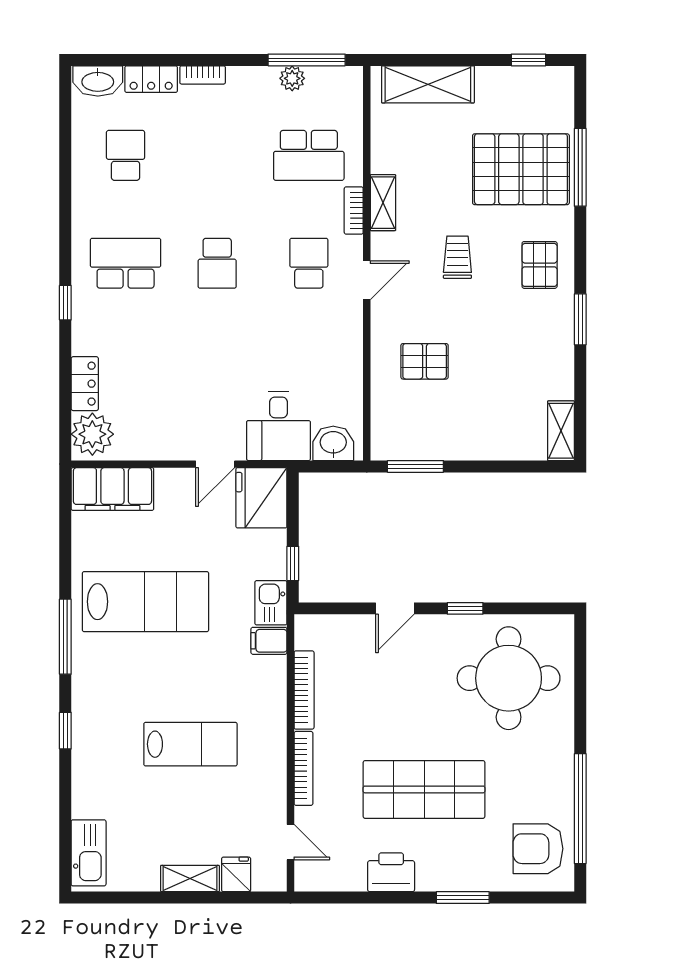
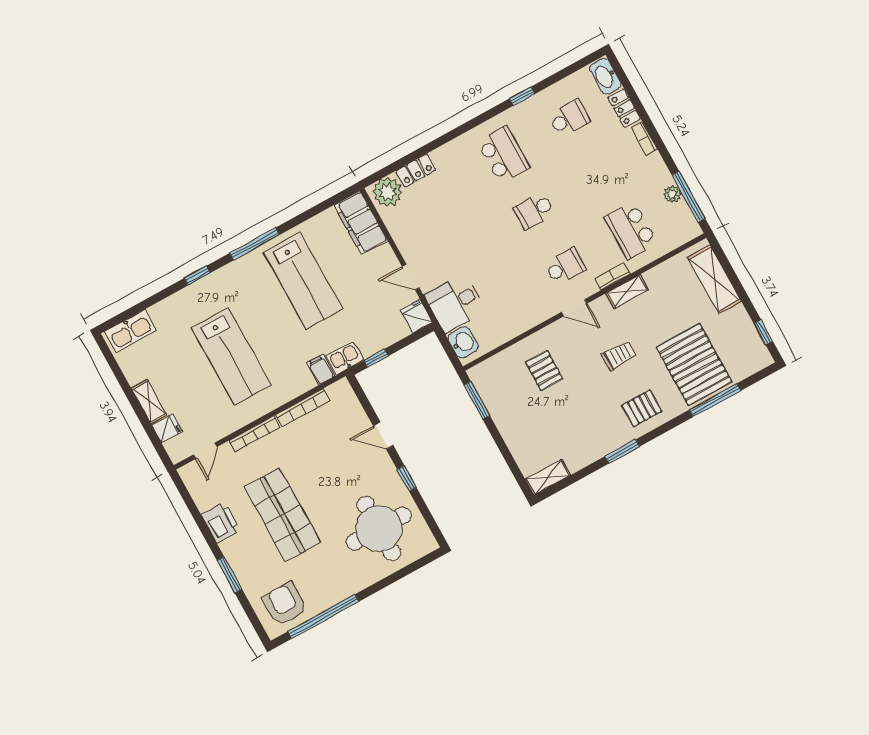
window: (65, 303) -> (522, 96), moved
fridge: (261, 498) -> (417, 316), width x0.53, depth x0.75
lab bench: (190, 744) -> (231, 357), width x1.36, depth x1.39

